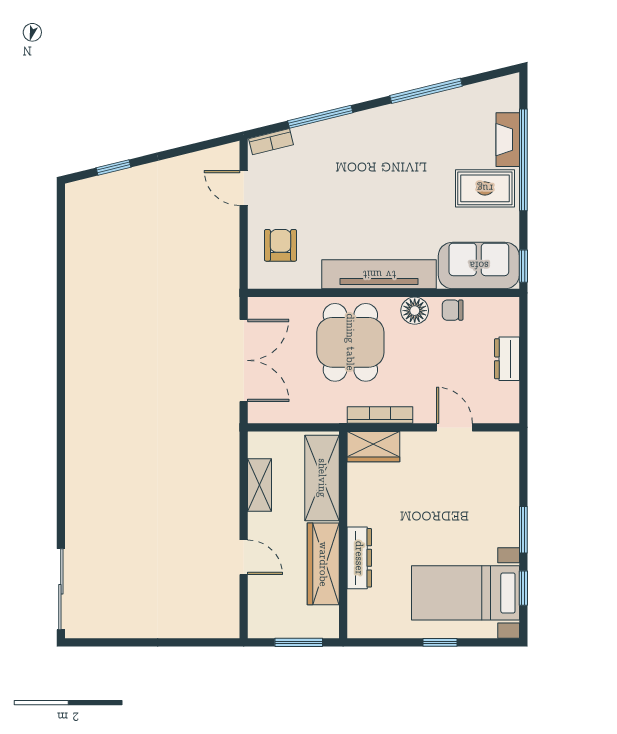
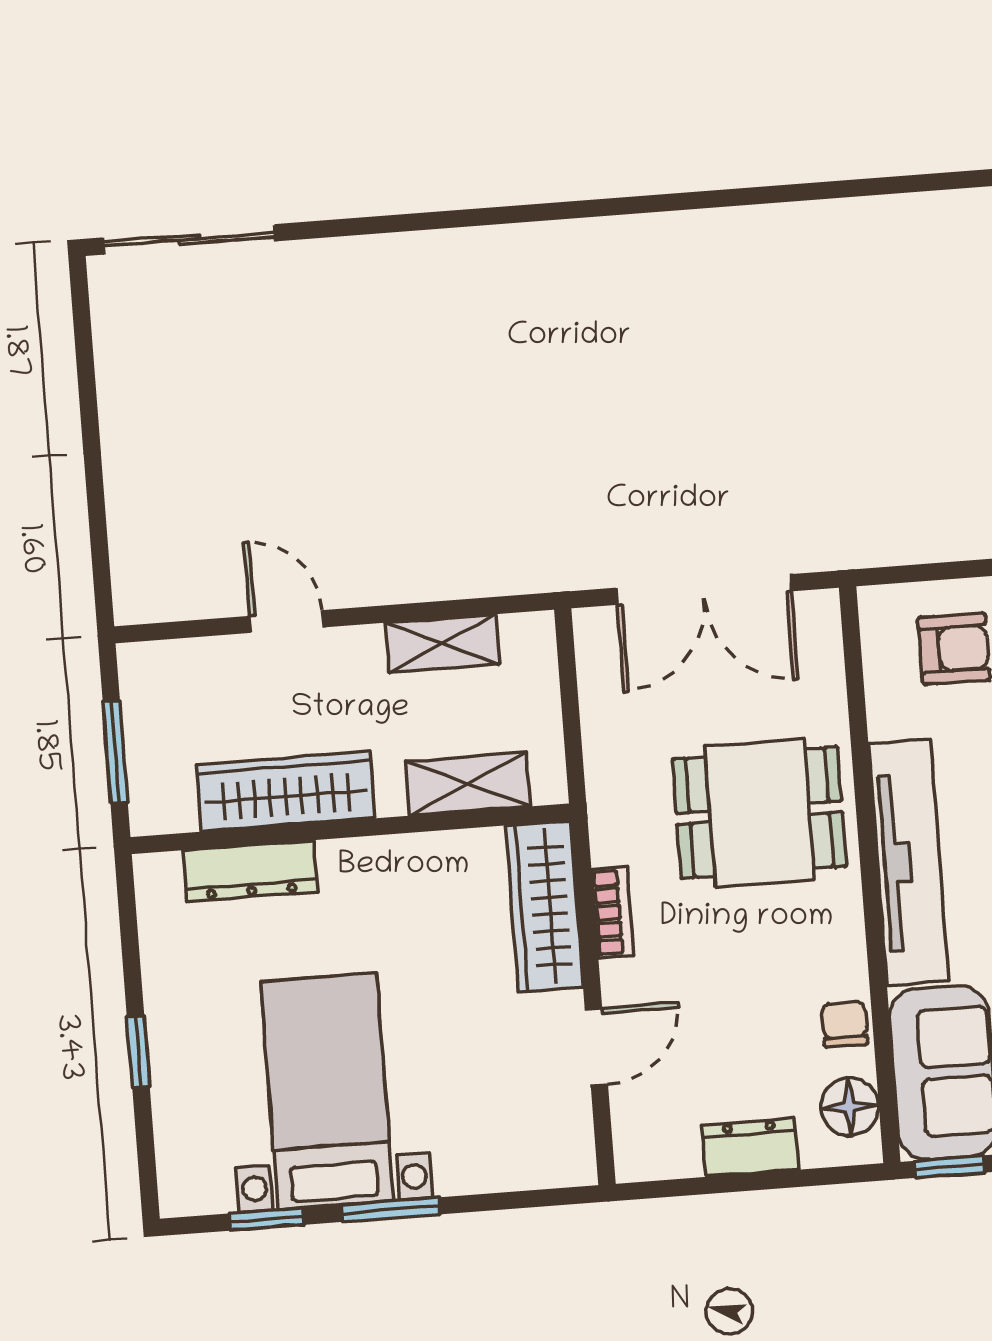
floor lamp: (415, 311) -> (850, 1107), moved
bookcase: (380, 415) -> (613, 912), width x0.64
wardrobe: (373, 447) -> (545, 906), width x1.50
shelving: (322, 478) -> (468, 784), width x0.67, depth x0.75
door: (244, 557) -> (287, 622), swing flipped
dresser: (359, 558) -> (250, 871), moved
bed with nightstands: (465, 593) -> (327, 1091), moved

